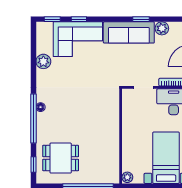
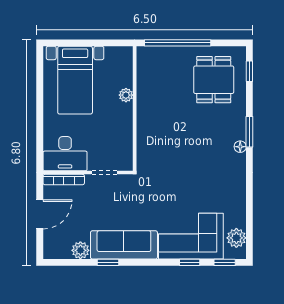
plant: (43, 61) -> (236, 238), moved
window: (33, 118) -> (249, 132), width x0.47
dining table: (61, 158) -> (214, 80), turned 90
plant: (127, 177) -> (126, 95), moved

